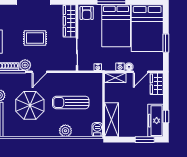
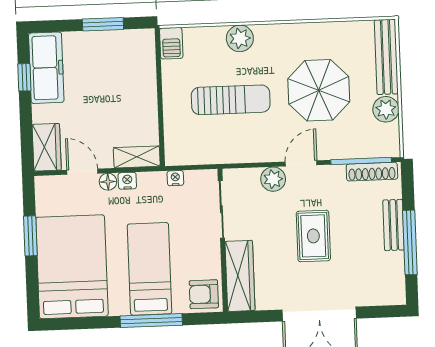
armchair: (87, 13) -> (204, 294), turned -90
bed: (116, 26) -> (150, 269), width x0.67
rug: (35, 38) -> (313, 236), turned 90
plant: (25, 65) -> (273, 179), moved
door: (141, 72) -> (82, 172), hinge flipped
shelving: (111, 120) -> (141, 66), removed
window: (145, 140) -> (103, 24), moved

